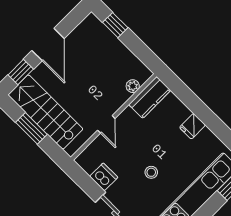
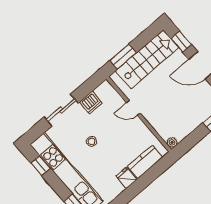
plant: (133, 86) -> (172, 142), moved
kitchen counter: (150, 97) -> (145, 162), moved, turned 90
window: (31, 128) -> (123, 57), moved

